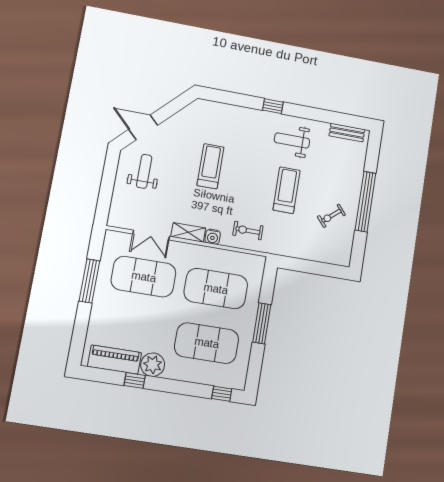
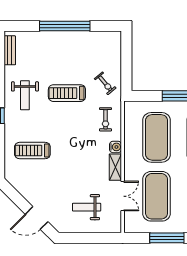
door: (143, 127) -> (37, 218), hinge flipped
treadmill: (210, 166) -> (32, 151), moved
weight bench: (144, 171) -> (87, 207), moved
exercise bike: (331, 216) -> (105, 83), moved

